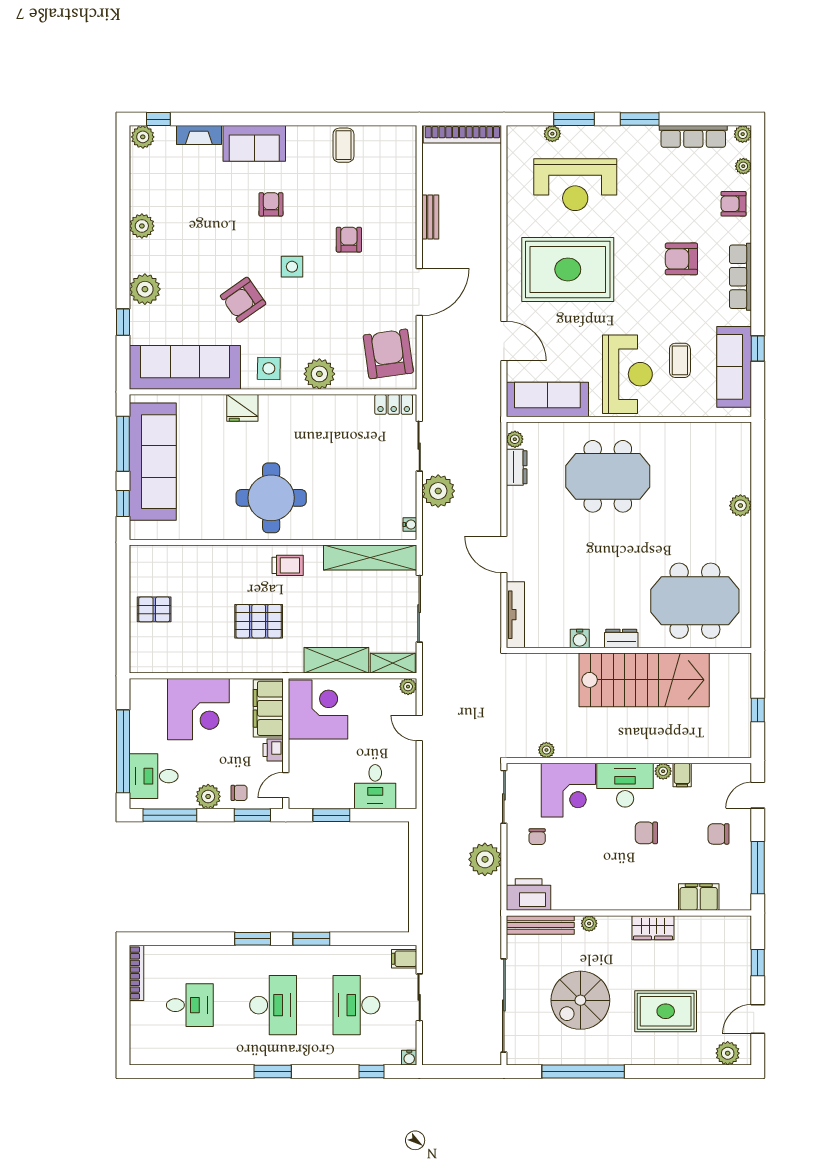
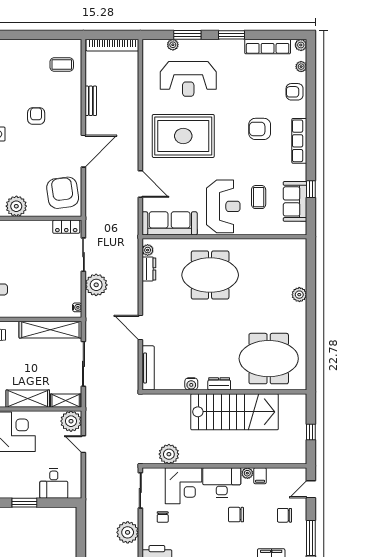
coffee table: (343, 145) -> (62, 65), moved, turned 90
sofa: (734, 367) -> (295, 201), width x0.73
plant: (408, 687) -> (71, 421), width x1.88, depth x1.88
plant: (546, 750) -> (169, 454), width x1.88, depth x1.88

